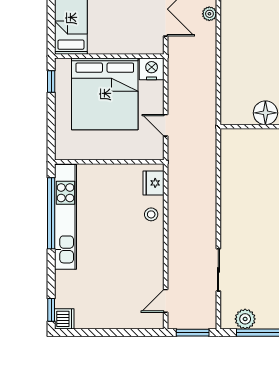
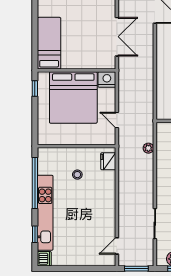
plant: (209, 14) -> (148, 148), moved
stool: (151, 214) -> (77, 175), moved
kitchen unit: (66, 217) -> (45, 213), moved
window: (51, 310) -> (35, 234), moved

